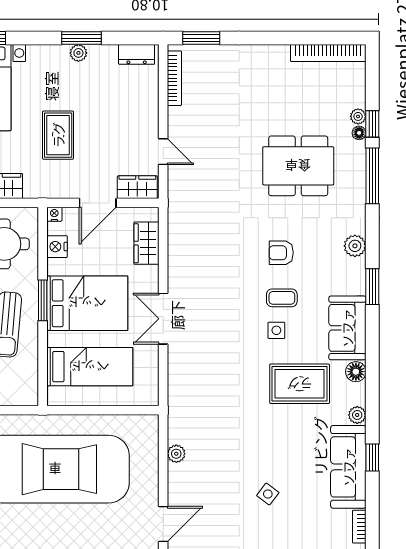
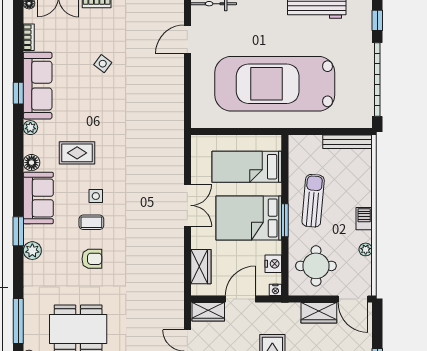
plant: (355, 246) -> (32, 251), moved
rug: (300, 384) -> (77, 153), width x0.73, depth x0.70
plant: (176, 454) -> (177, 96), removed

